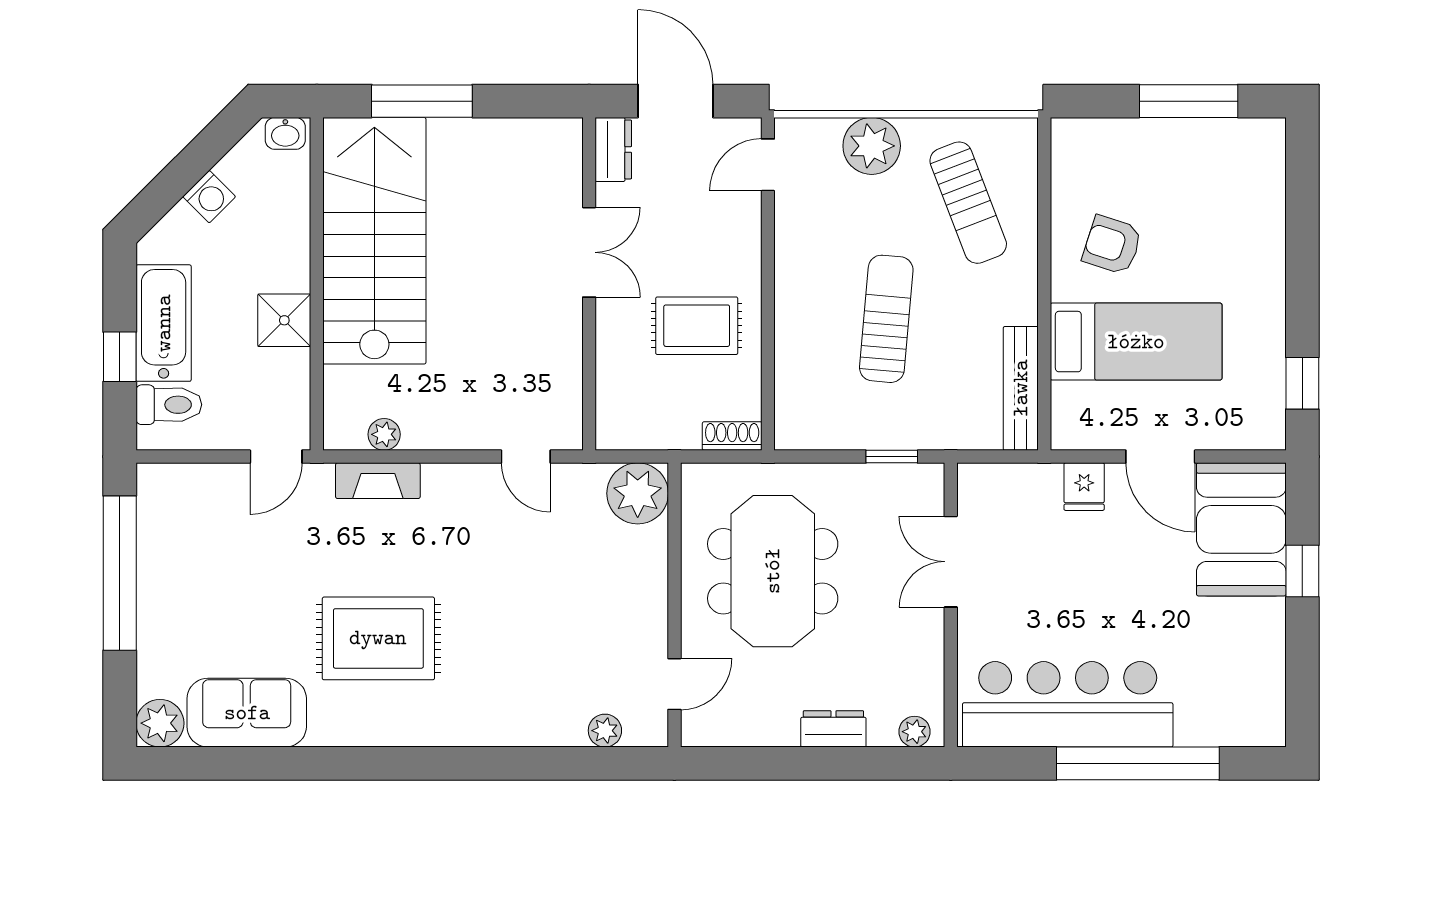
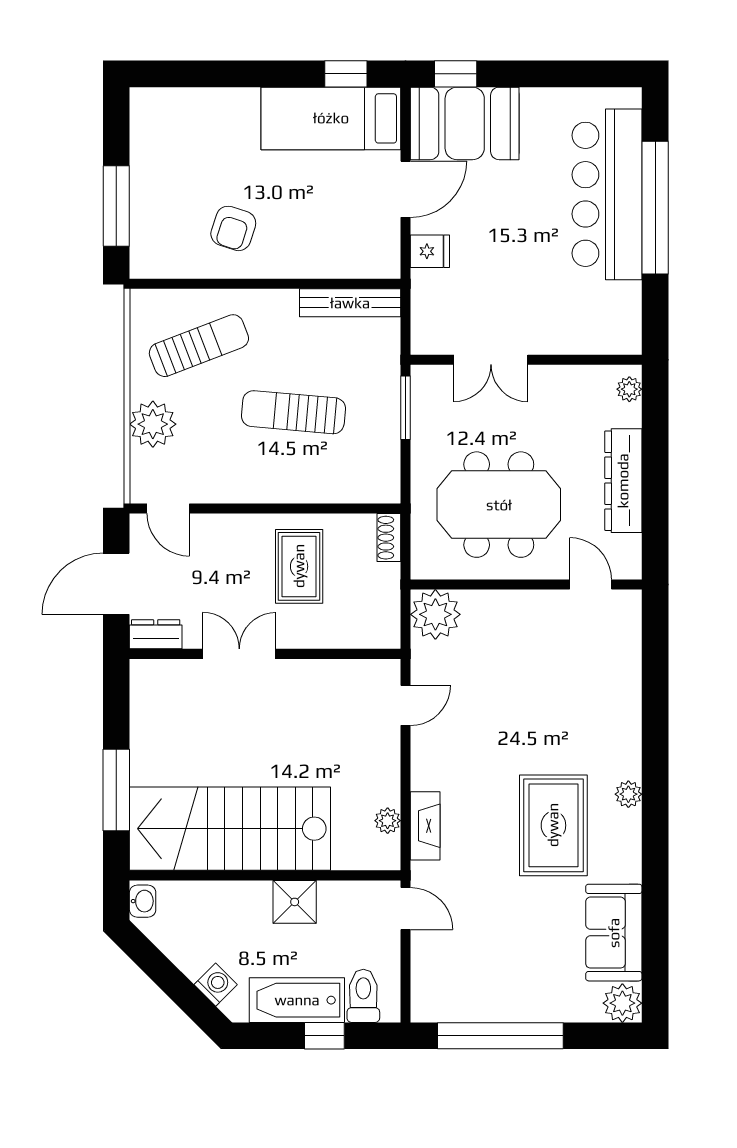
window: (1189, 101) -> (116, 206), moved
washing machine: (209, 197) -> (216, 985), moved
bed: (1136, 342) -> (331, 118), moved, turned -90
window: (892, 457) -> (406, 408), width x1.50
window: (1302, 571) -> (456, 74), moved
bar counter: (1068, 704) -> (607, 194), moved
dresser: (833, 729) -> (623, 481), width x1.96, depth x1.24
plant: (605, 731) -> (628, 794), moved

